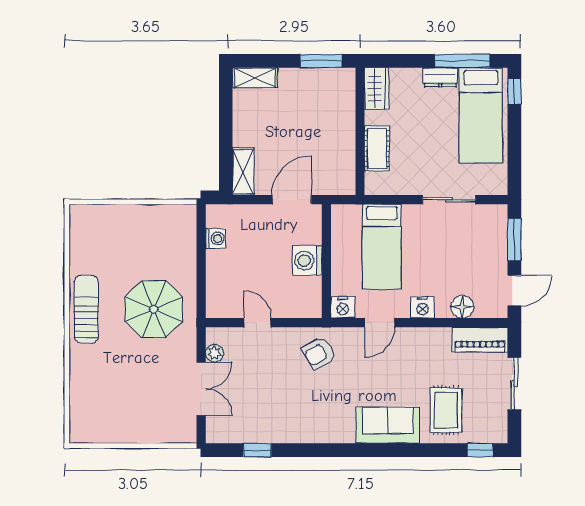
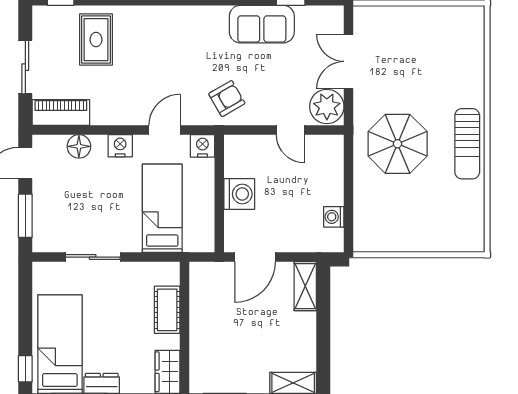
plant: (215, 353) -> (327, 107), width x1.87, depth x1.87
sofa: (388, 425) -> (262, 24), moved

